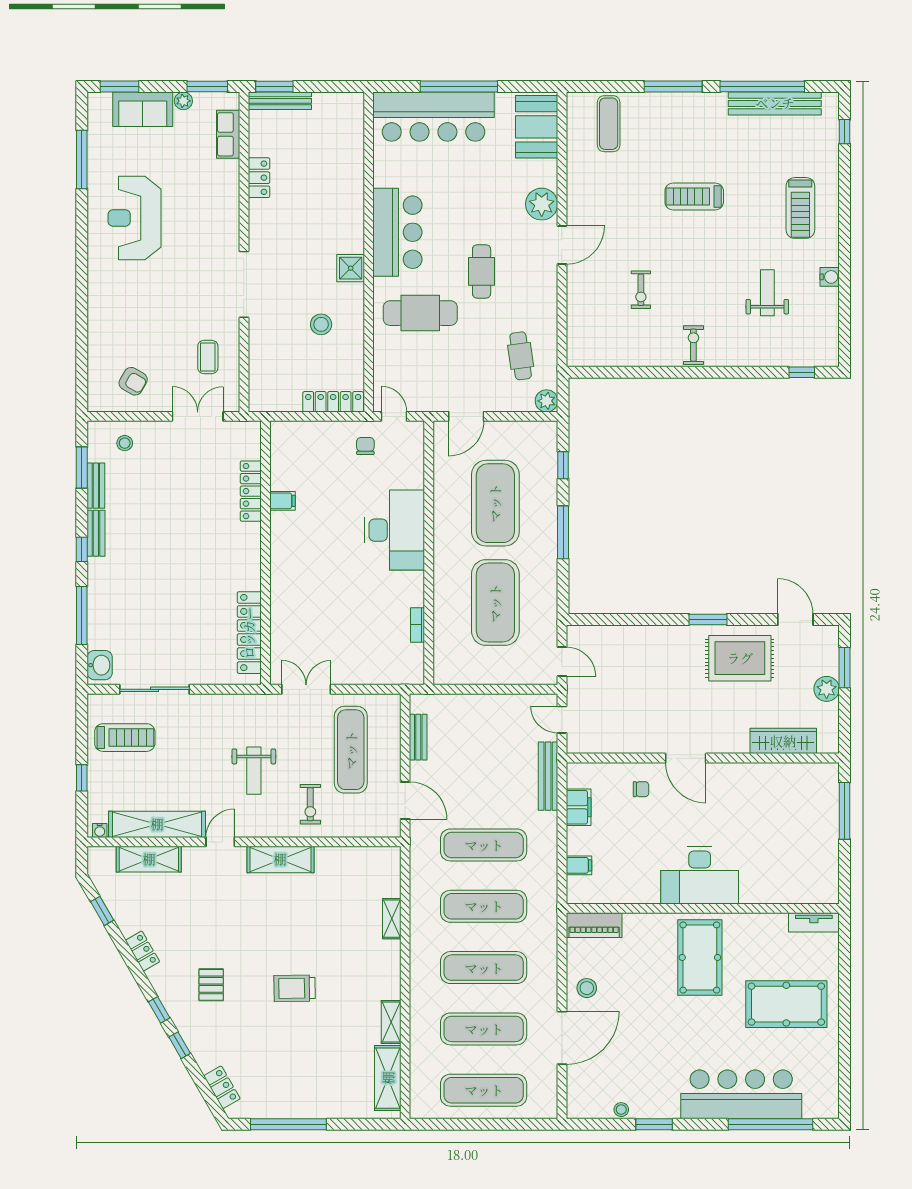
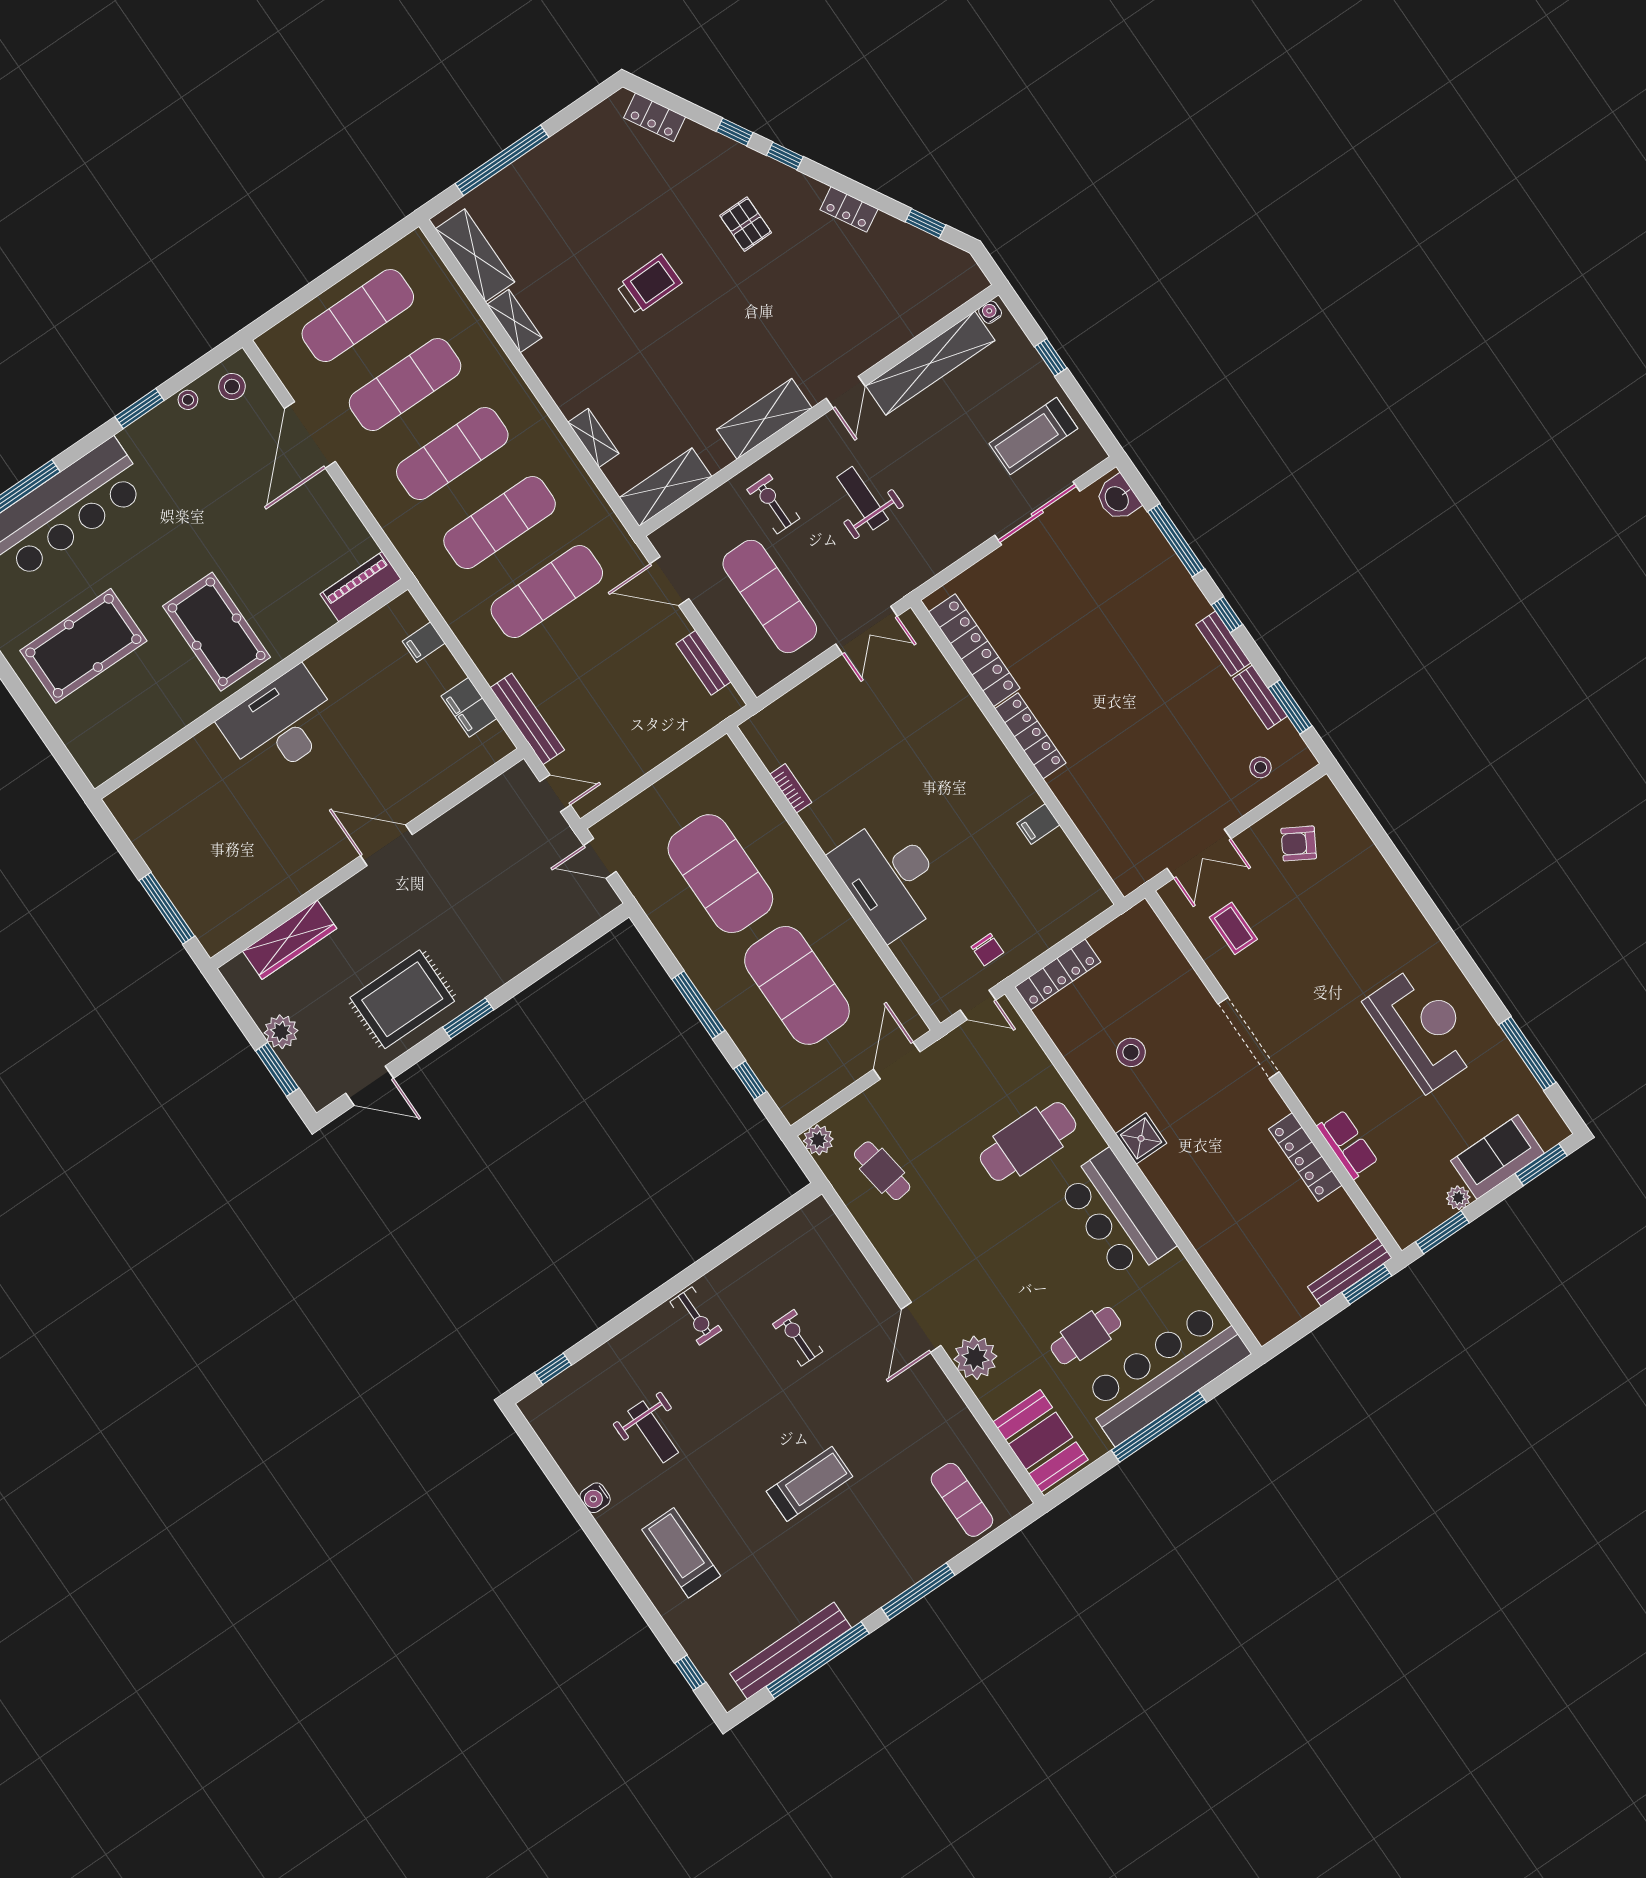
row of seats: (228, 134) -> (1348, 1144), moved
locker: (259, 178) -> (1305, 1157), width x1.53
cafe table: (482, 271) -> (1086, 1336), moved, turned 90
locker: (251, 491) -> (1030, 736), moved
chair: (641, 789) -> (413, 776), removed
shelving: (149, 859) -> (665, 487), moved
tv unit: (814, 922) -> (115, 759), removed
stool: (587, 988) -> (232, 387), moved
window: (288, 1124) -> (502, 160), moved

